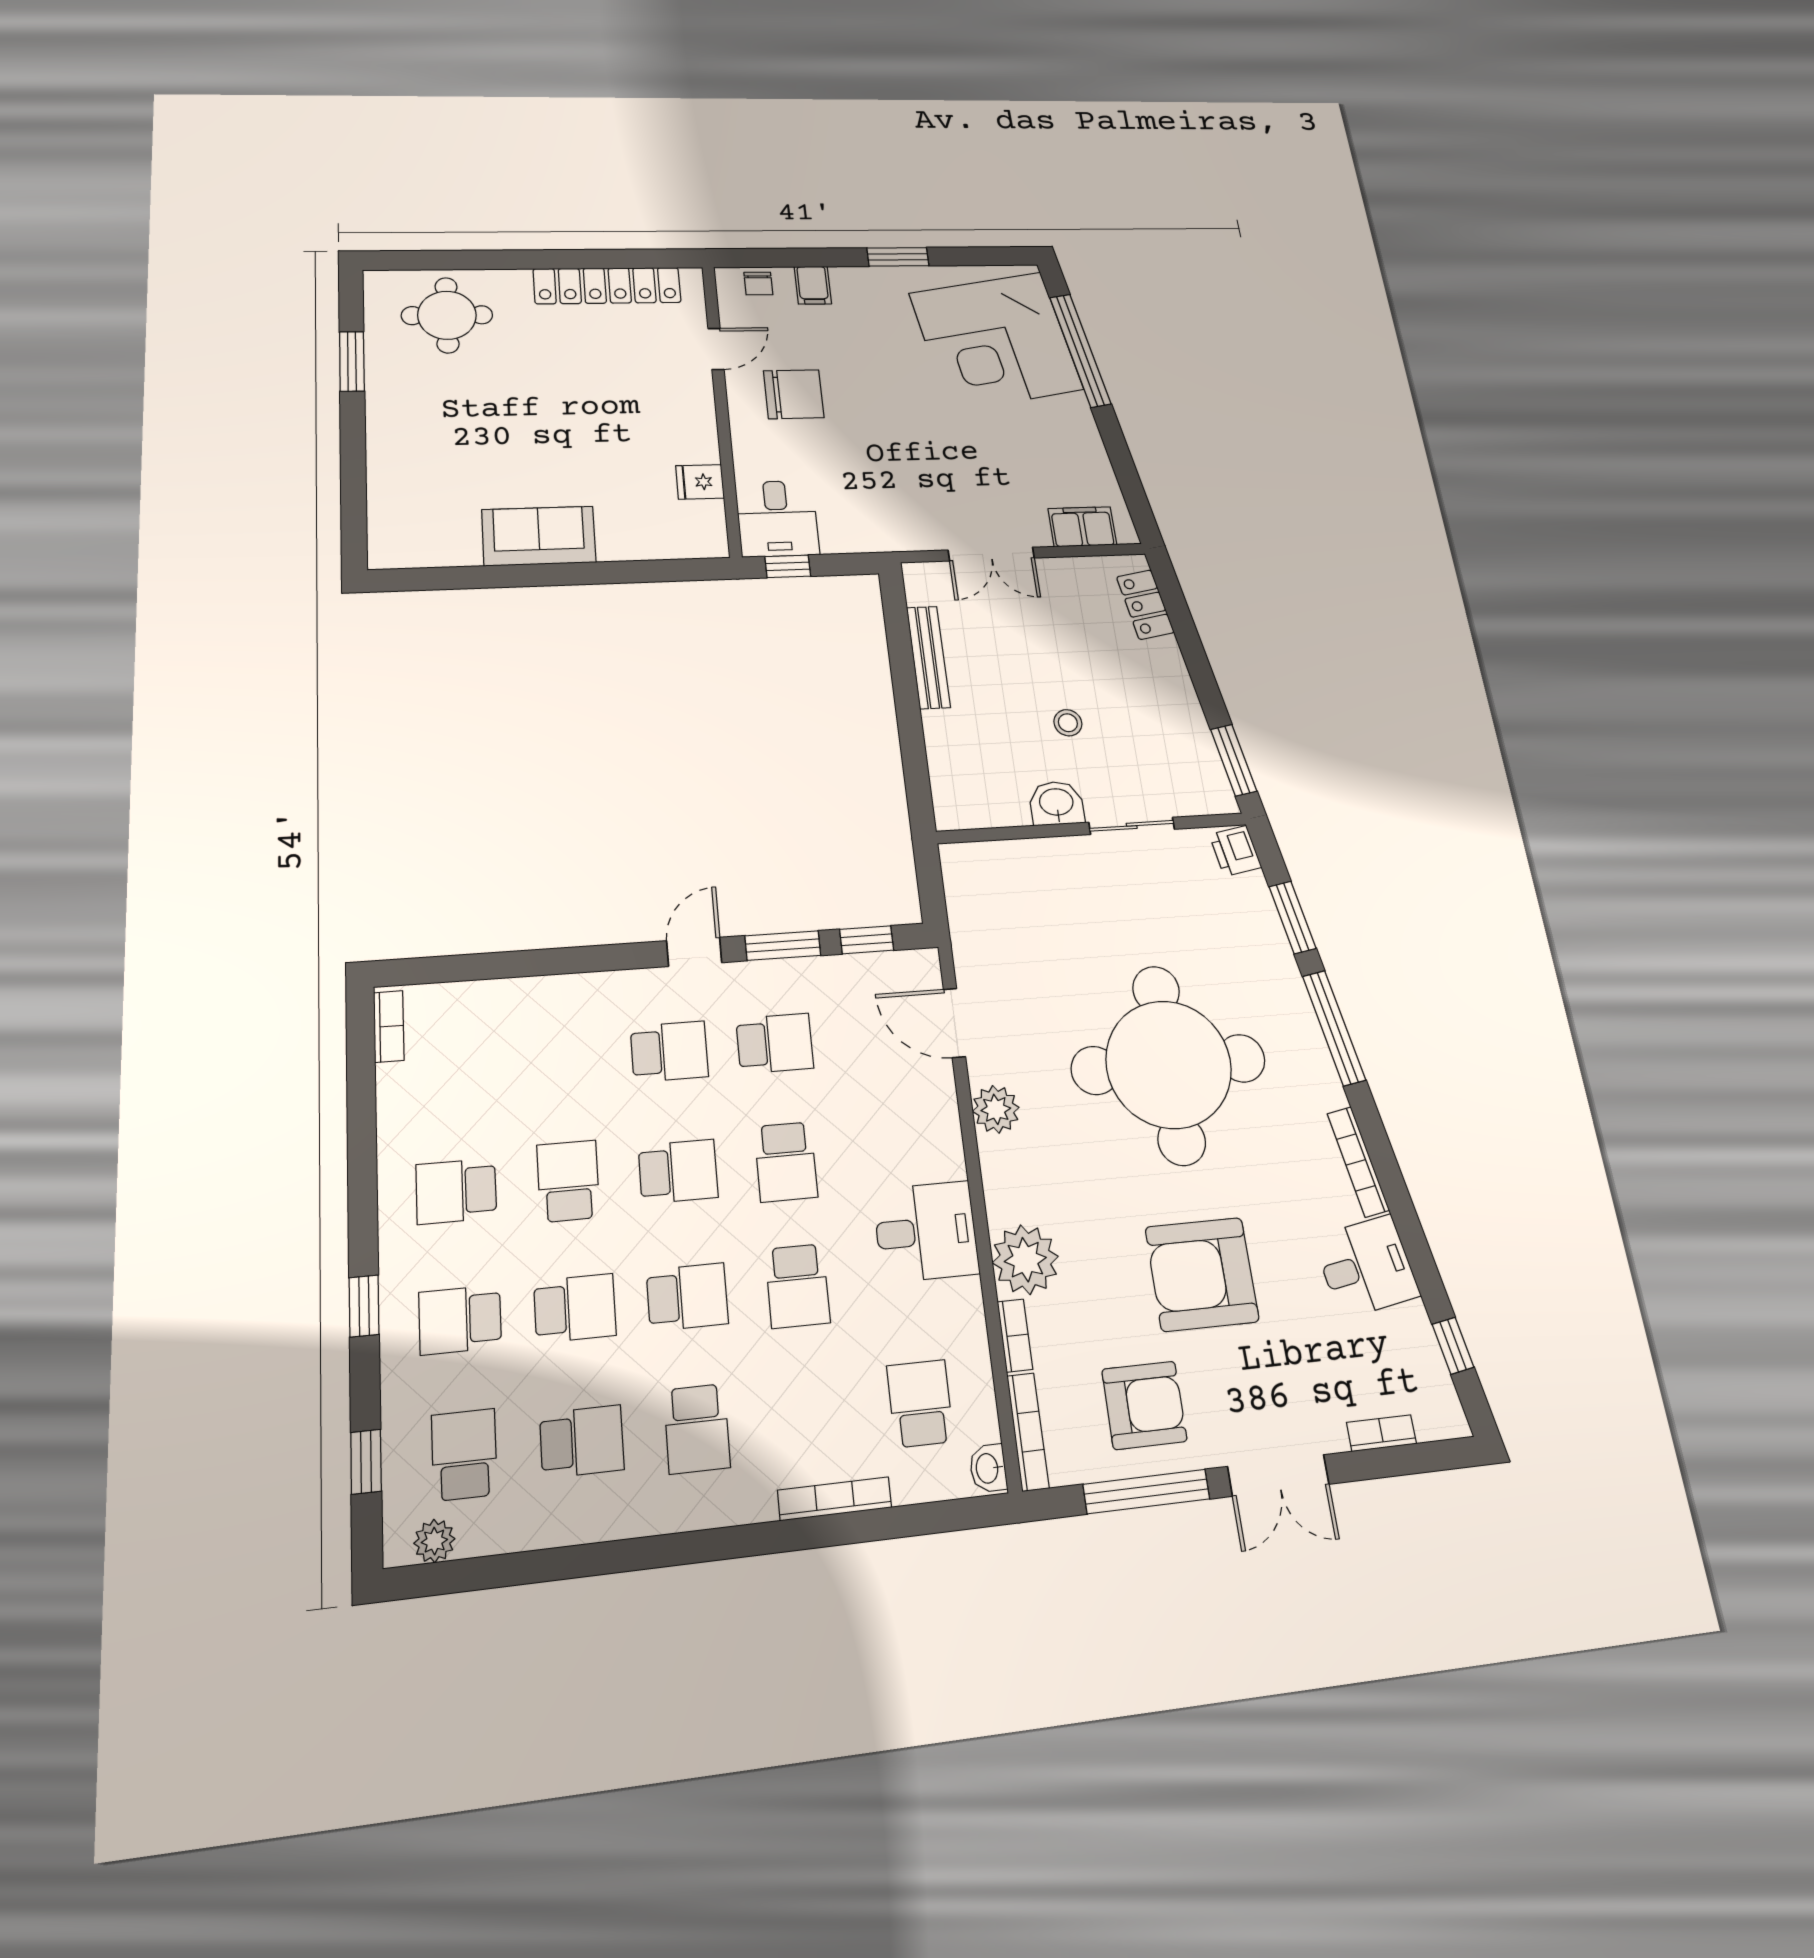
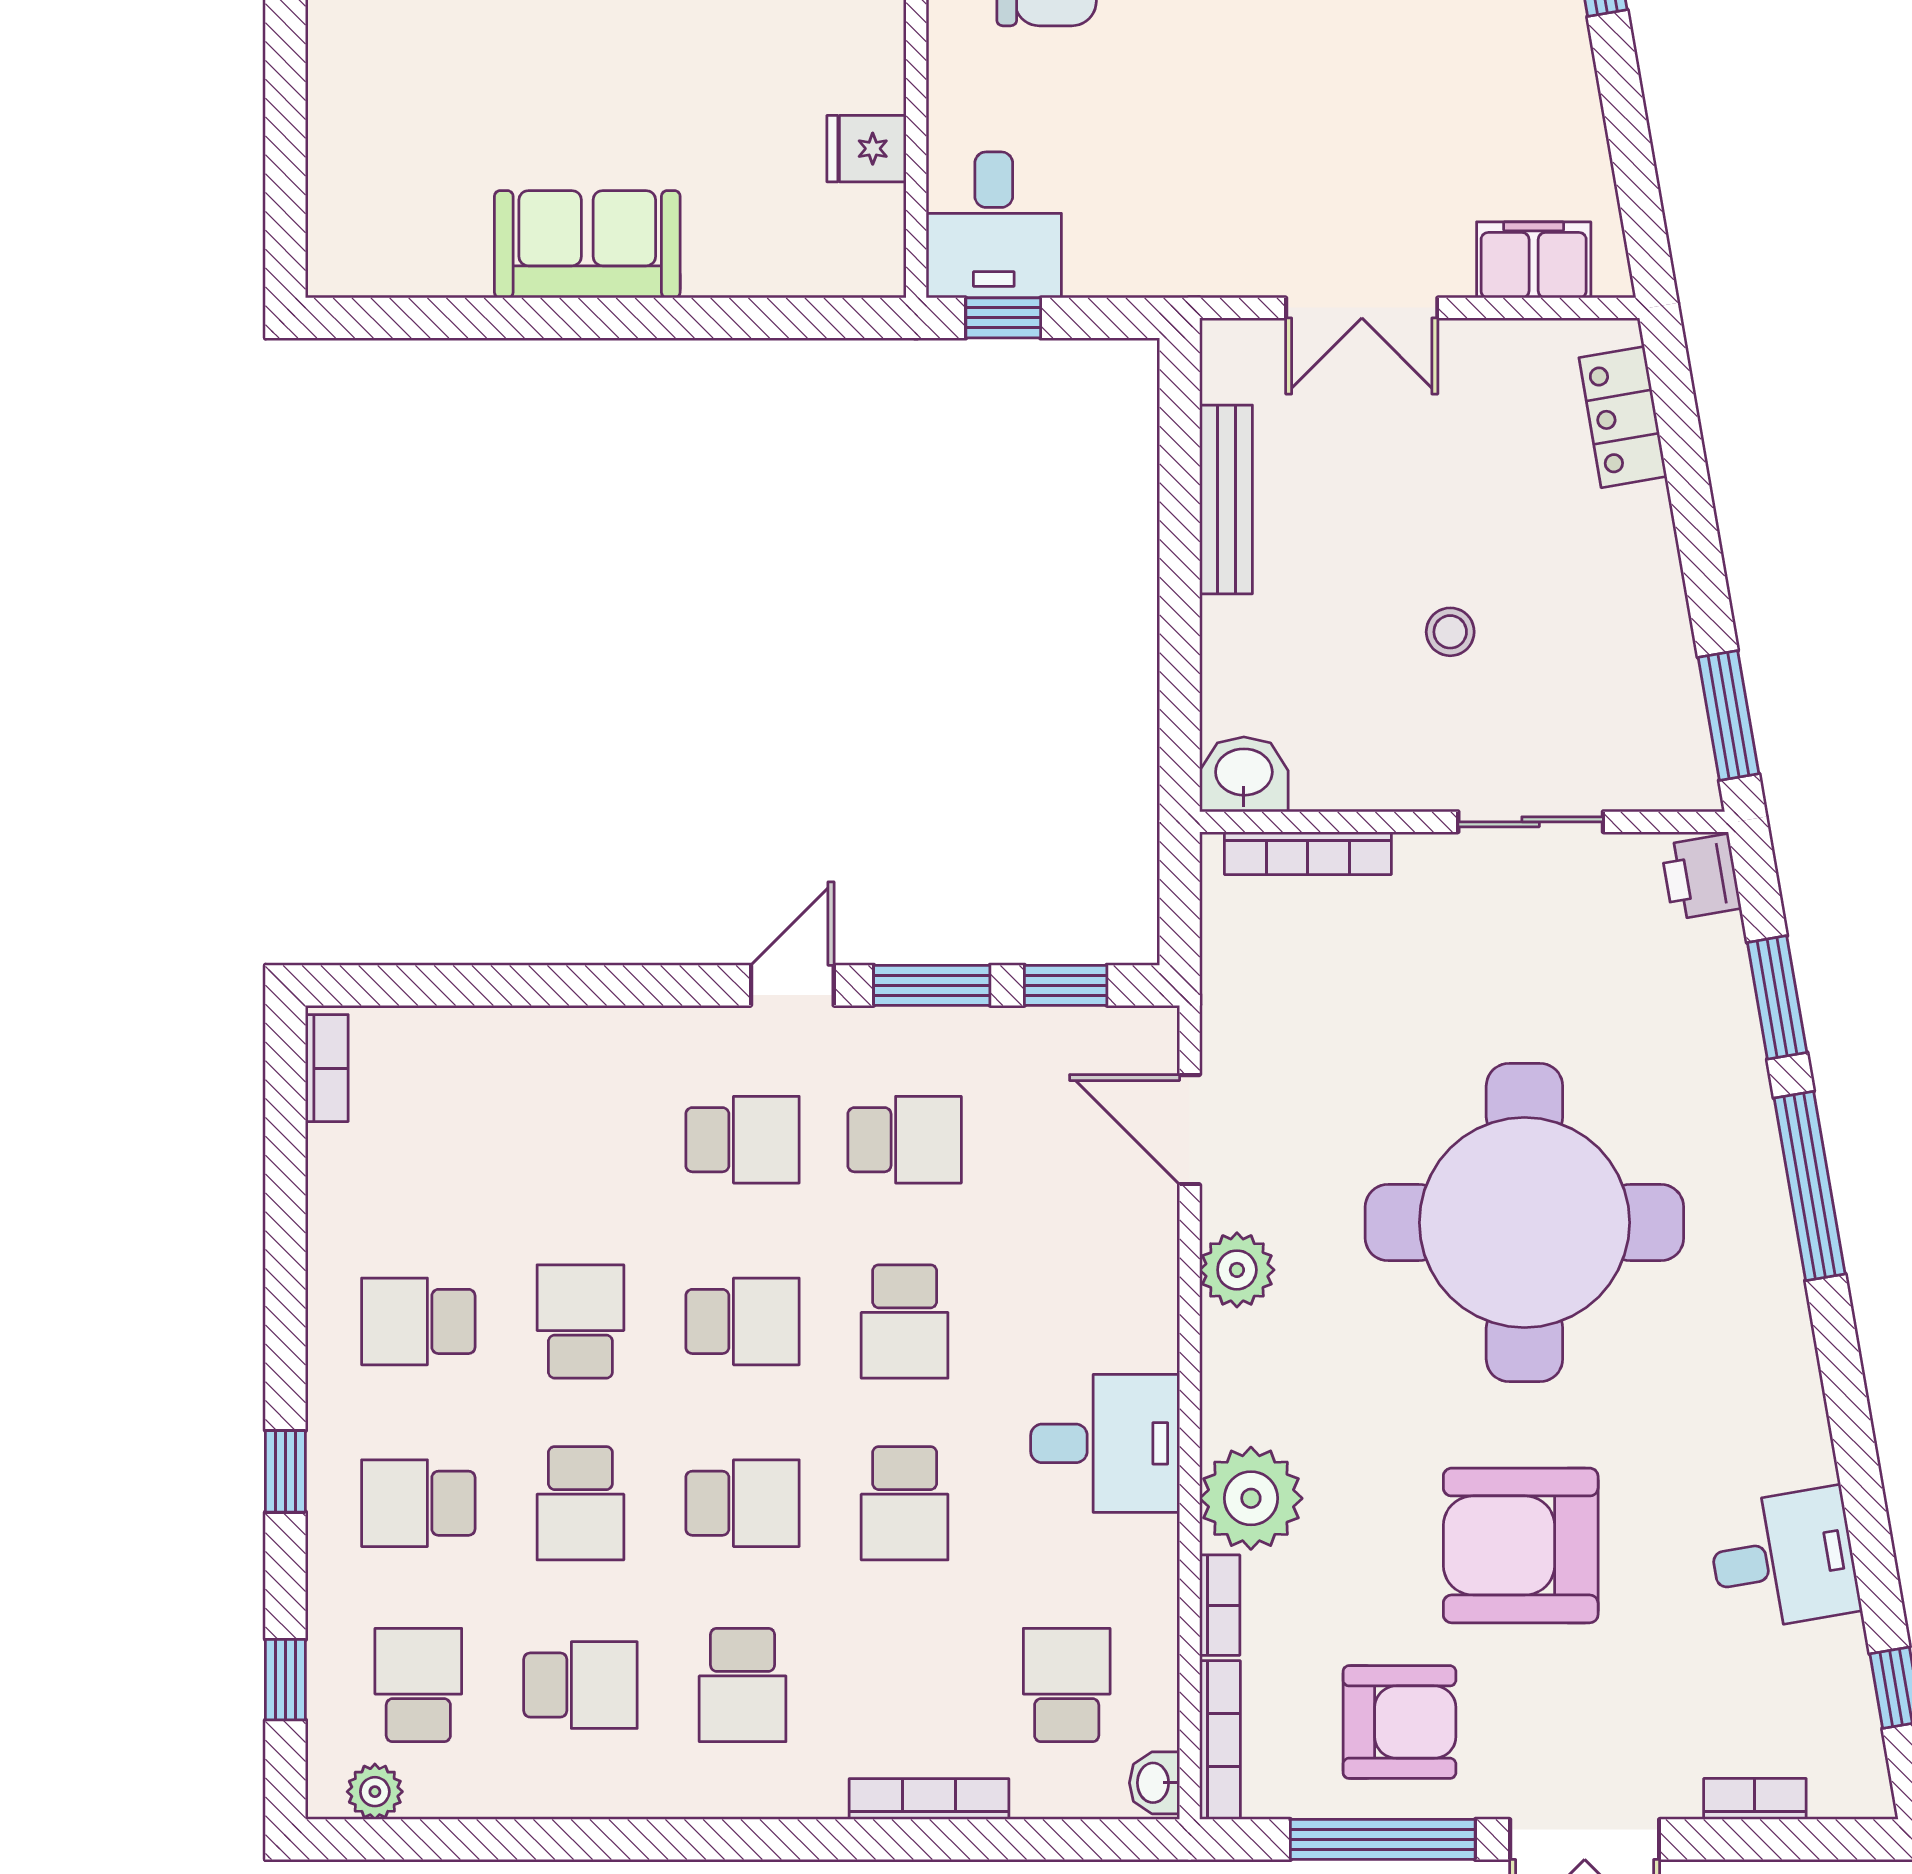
washbasin: (1056, 803) -> (1244, 774), moved
bookcase: (1358, 1162) -> (1308, 853), moved, turned -80
school desk: (575, 1308) -> (580, 1503), turned 90

